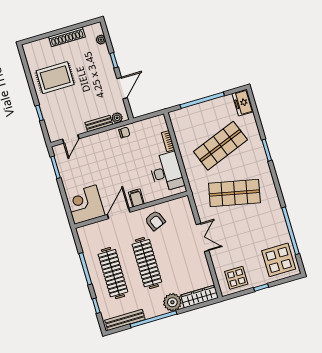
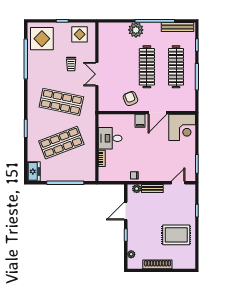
desk: (166, 172) -> (110, 138), width x0.73
trolley: (236, 241) -> (71, 64), added
wardrobe: (200, 297) -> (113, 28), removed

